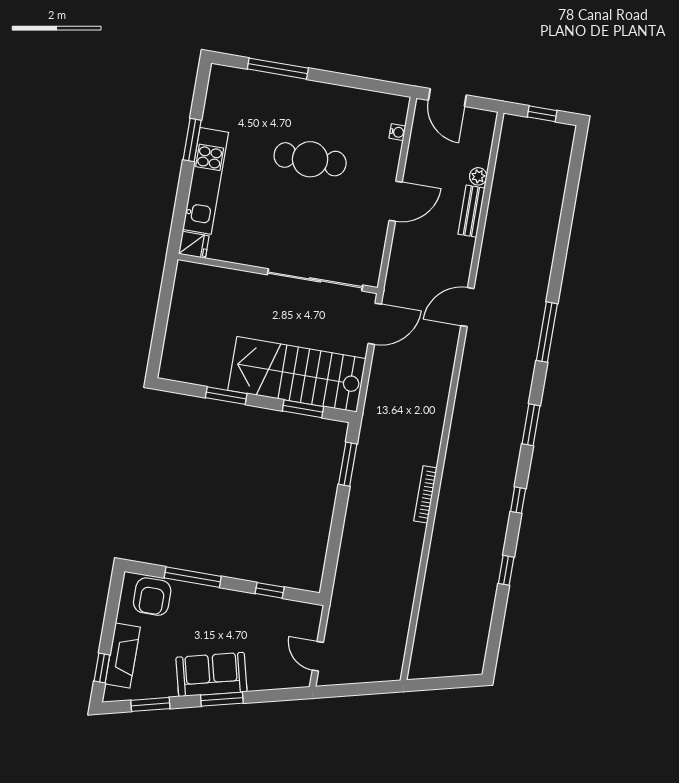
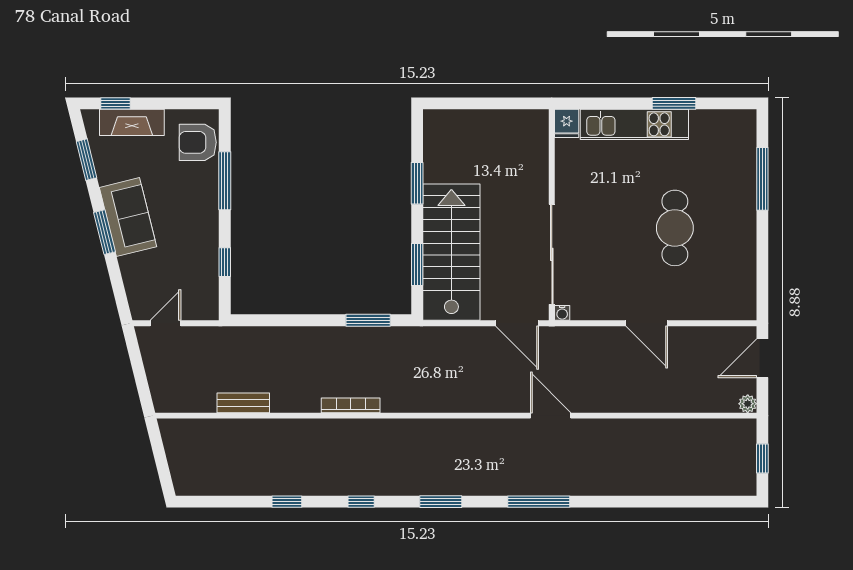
water cooler: (397, 132) -> (562, 313), moved
plant: (478, 176) -> (748, 404), moved
bench: (471, 211) -> (243, 403), moved

